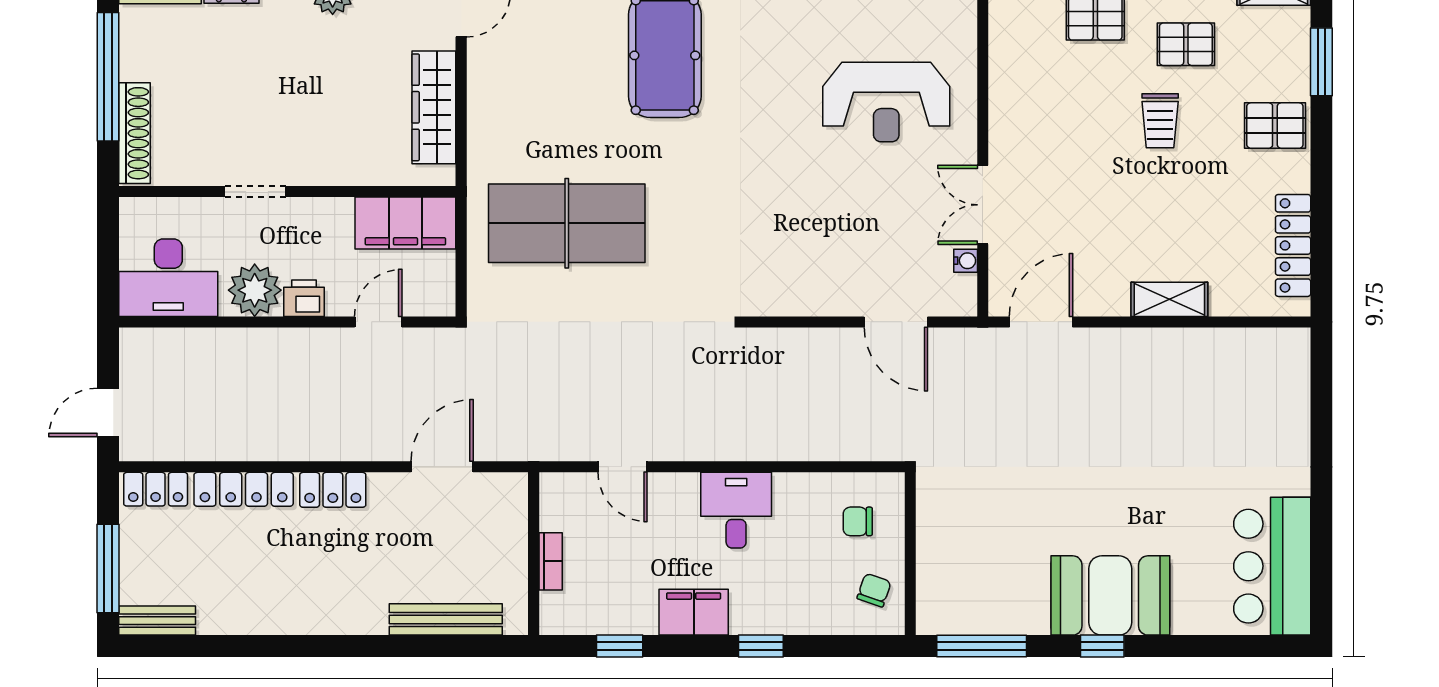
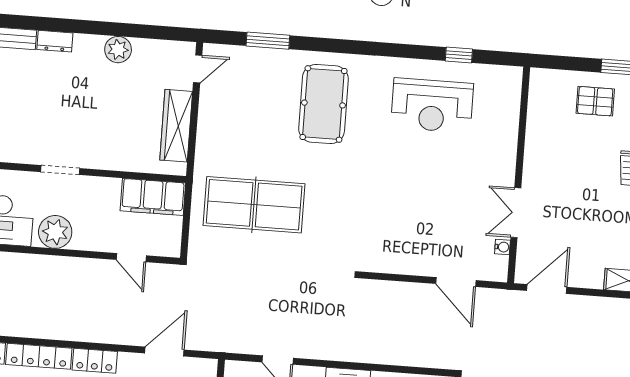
reception desk: (886, 102) -> (432, 105), moved
printer: (304, 298) -> (86, 239), removed
door: (378, 322) -> (131, 258), swing flipped

